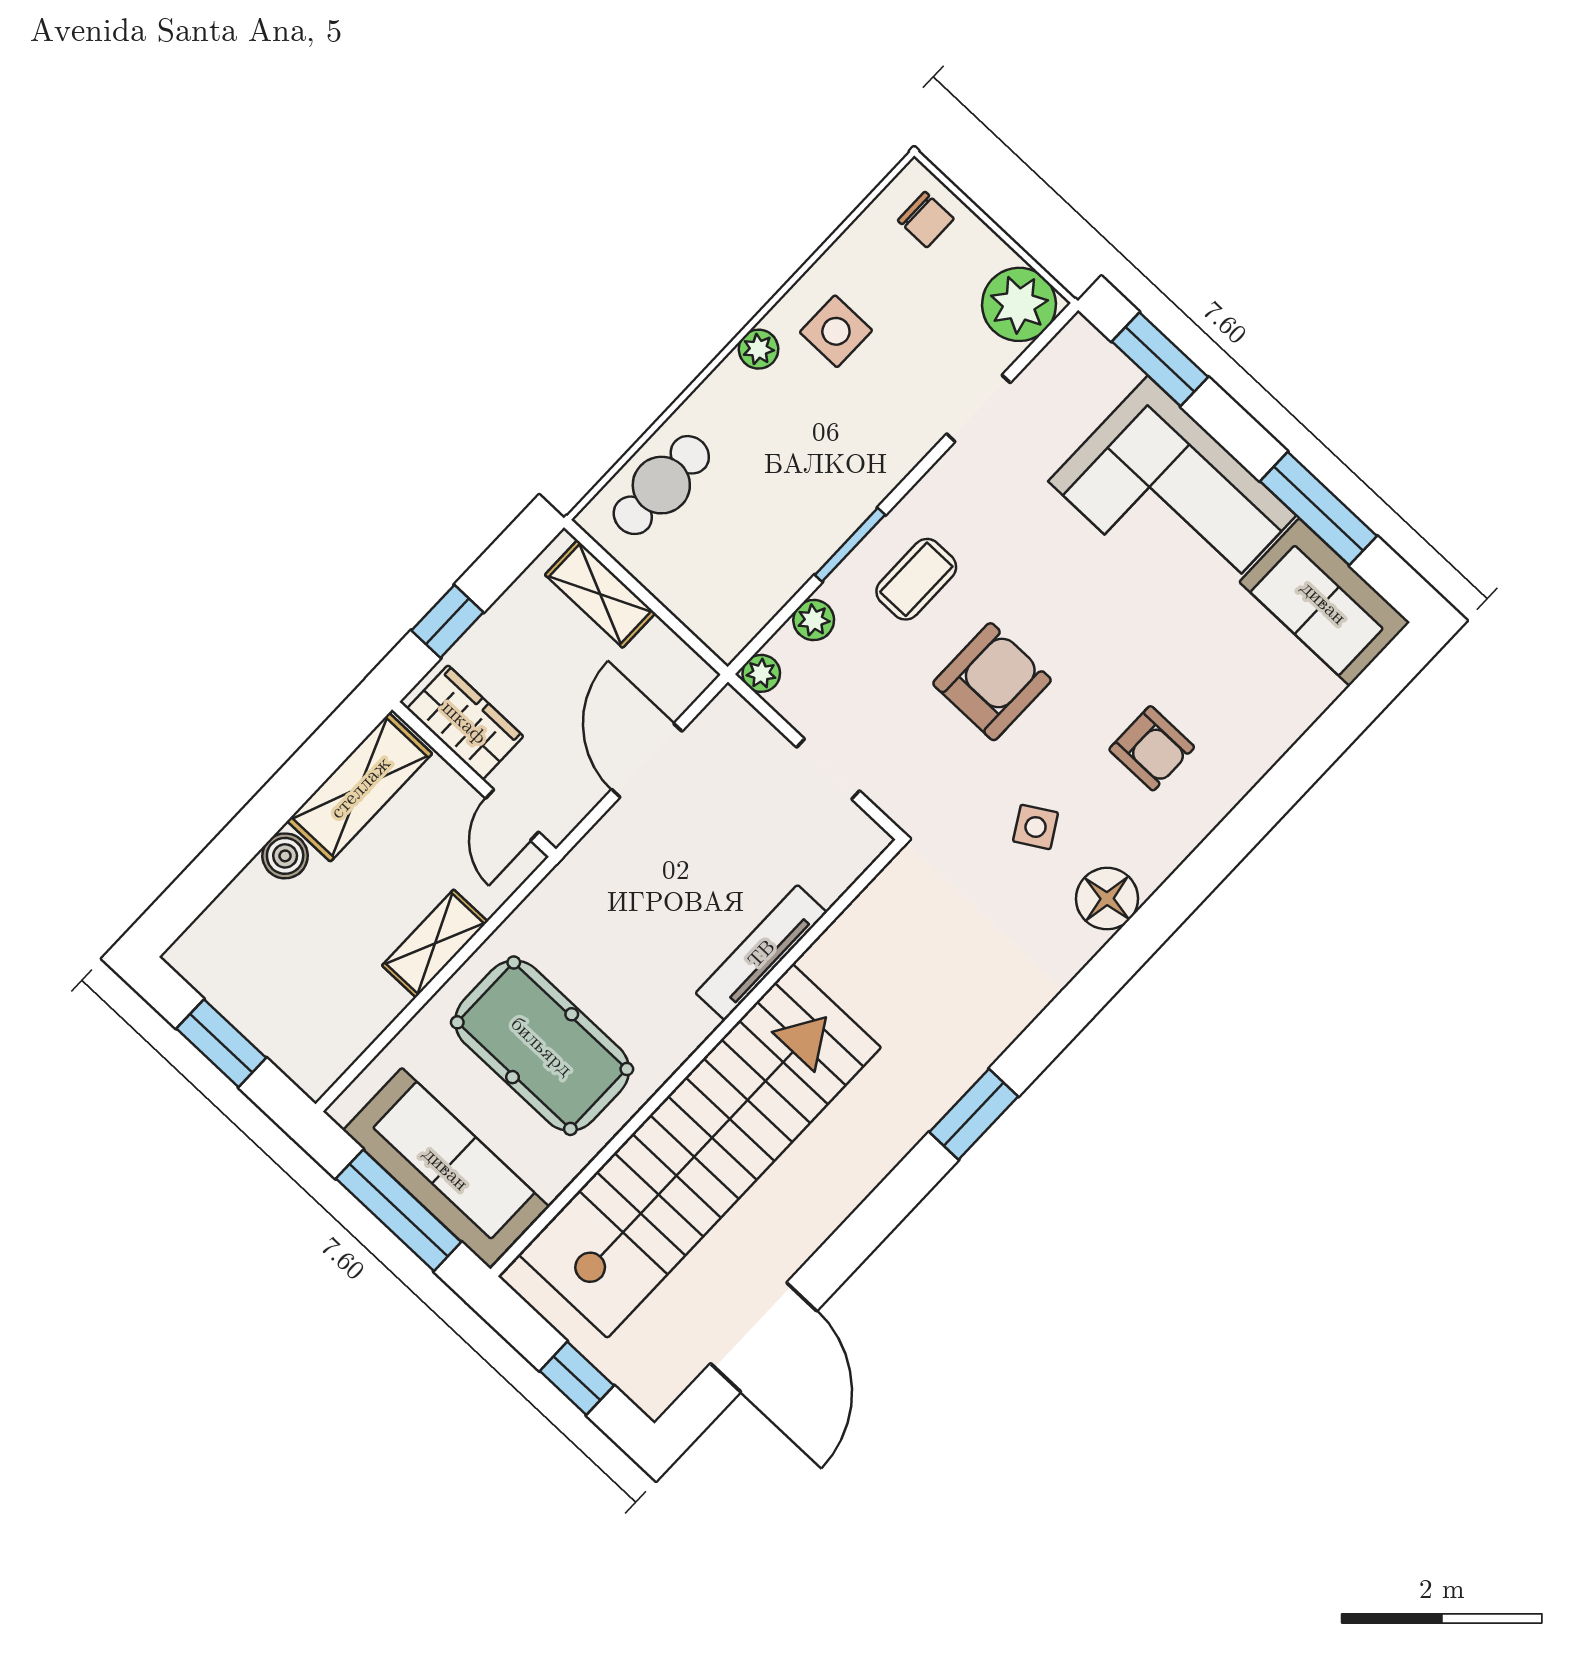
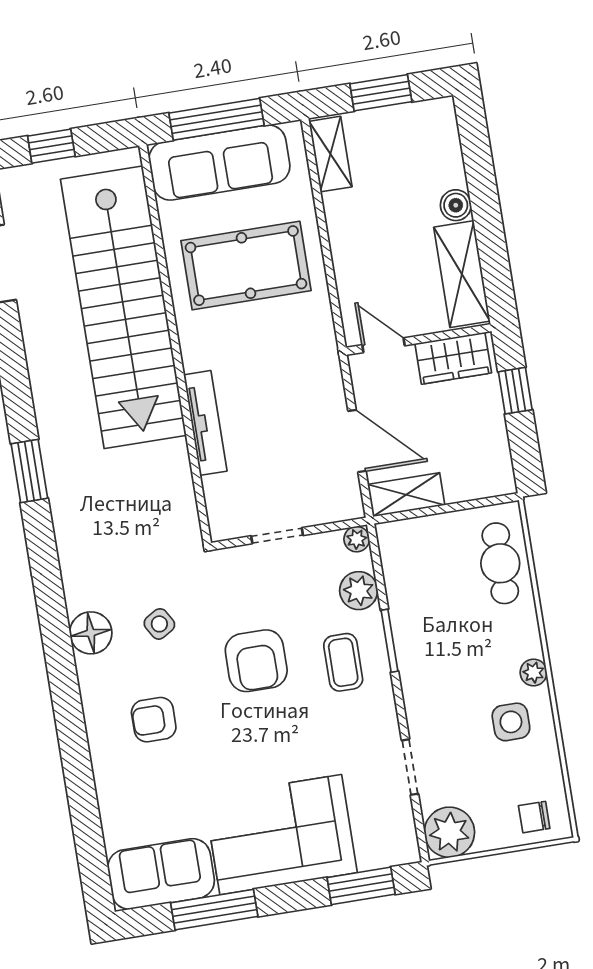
shelving: (600, 594) -> (406, 495), moved
plant: (814, 620) -> (359, 591), width x1.38, depth x1.38
shelving: (435, 944) -> (330, 154), moved

